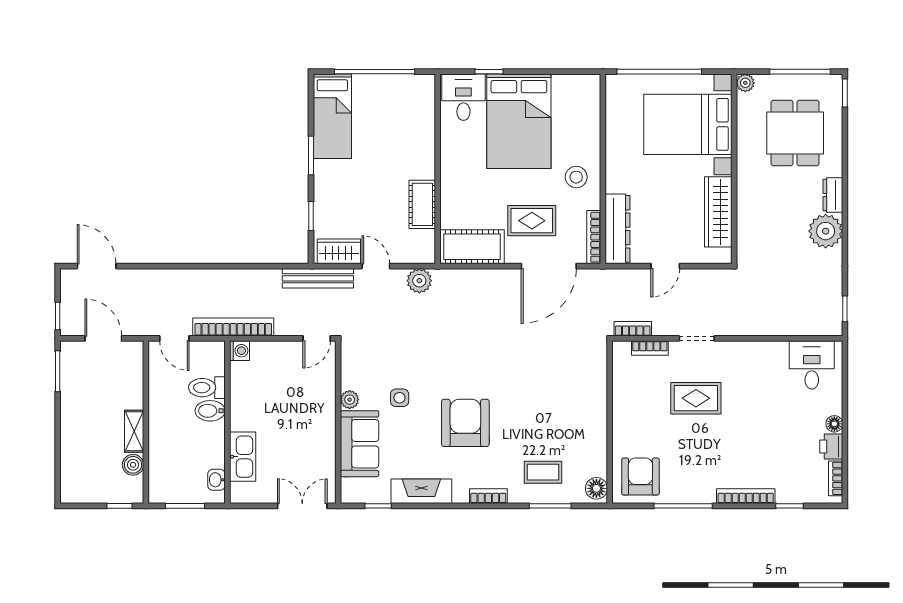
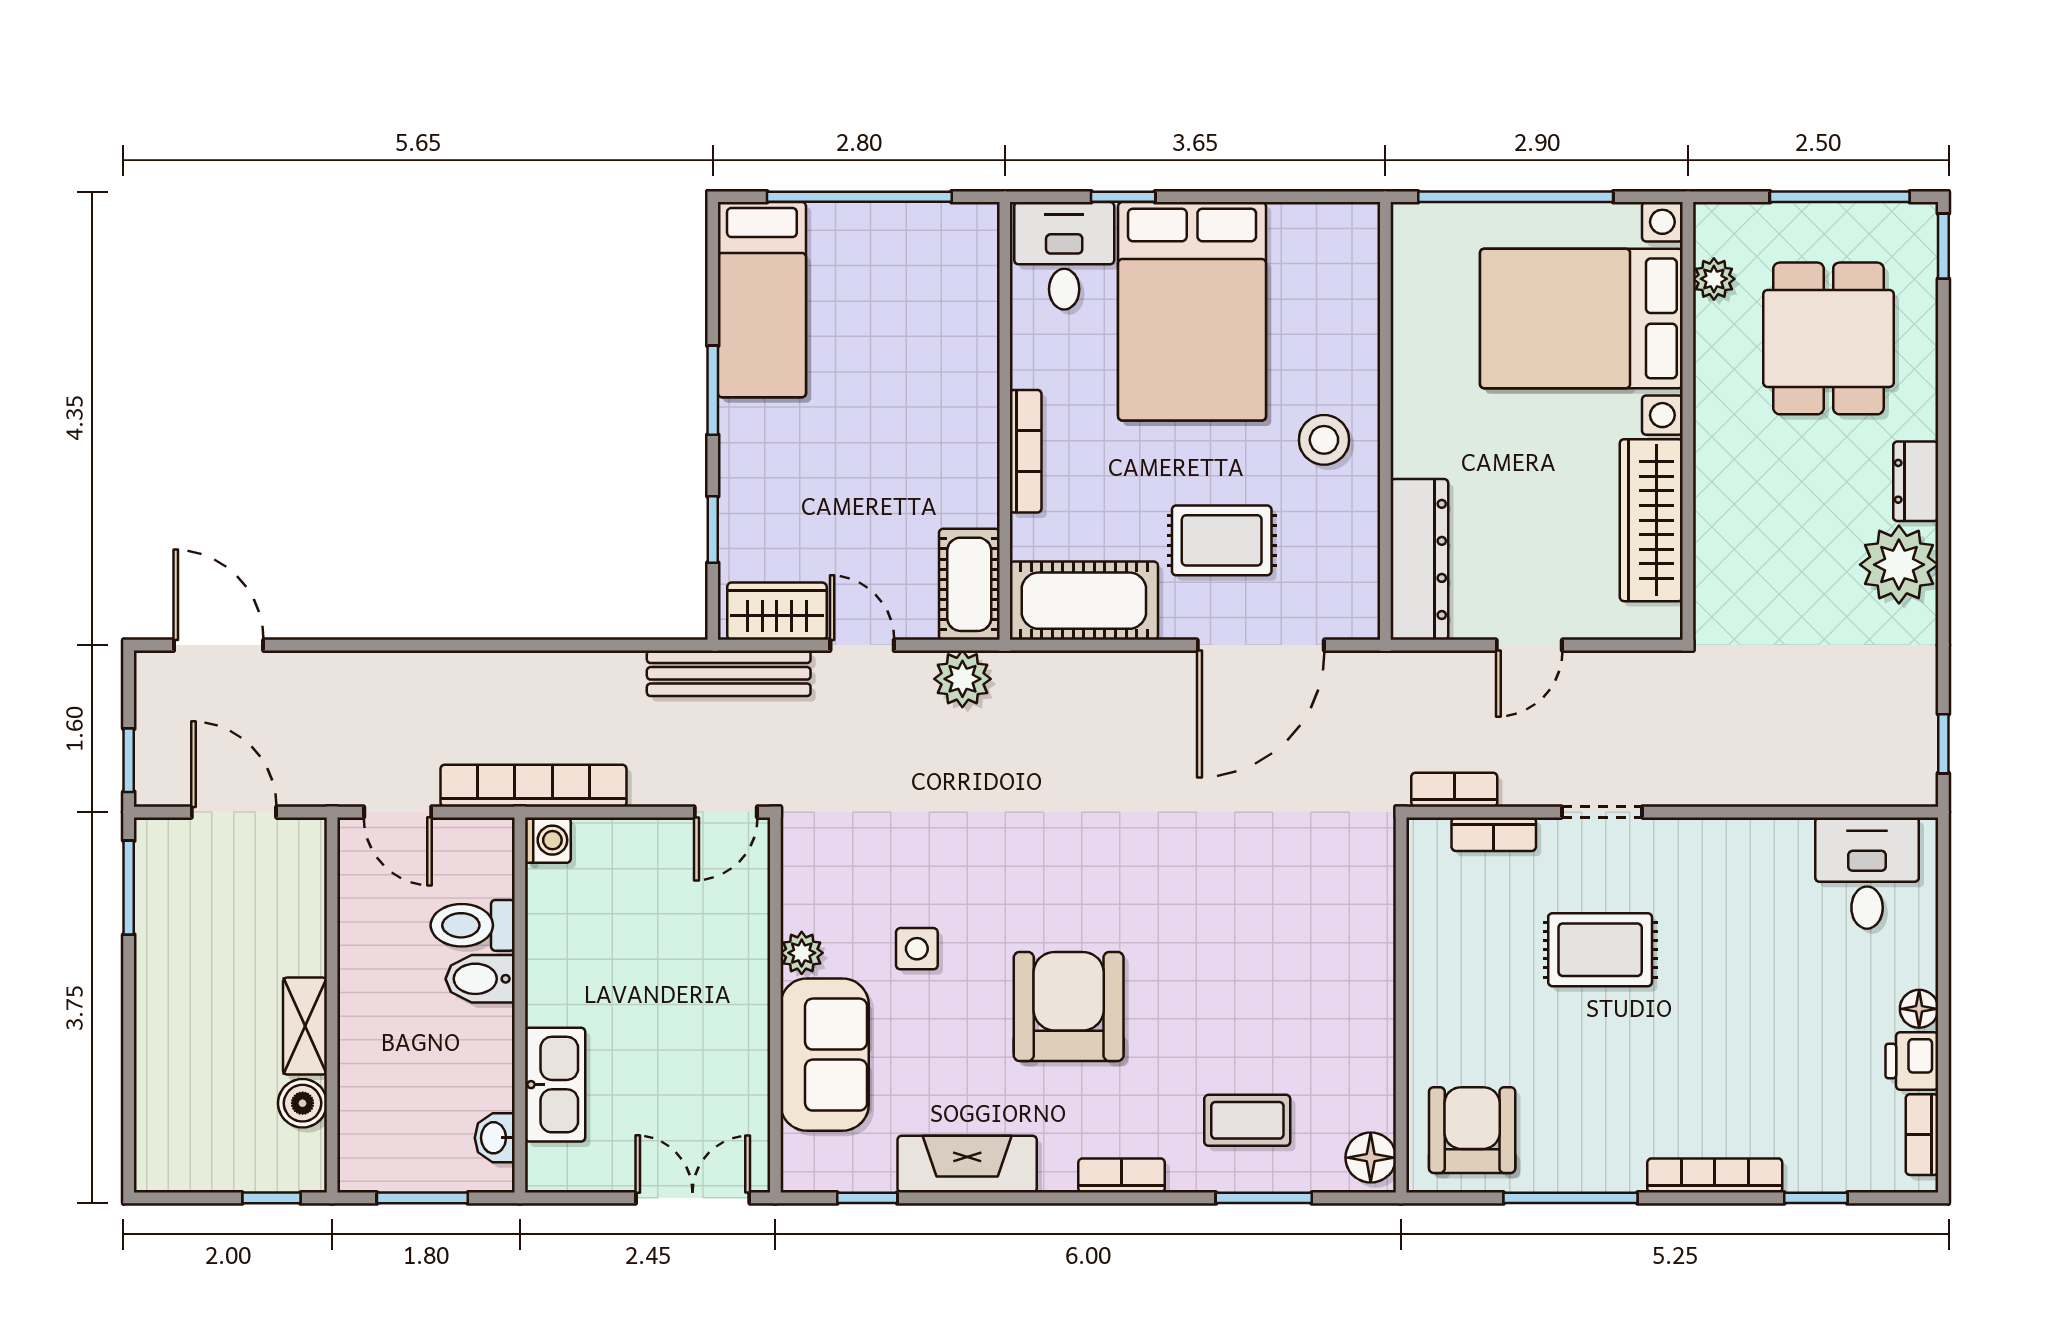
plant: (745, 83) -> (1714, 279), moved
cot: (422, 204) -> (969, 584), moved
bookcase: (594, 237) -> (1026, 451), moved, turned 180

